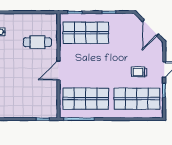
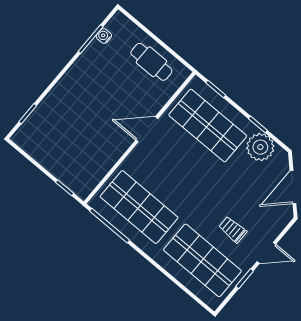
plant: (119, 22) -> (260, 147), added
cafe table: (37, 42) -> (151, 62), moved
door: (58, 71) -> (147, 129), moved

